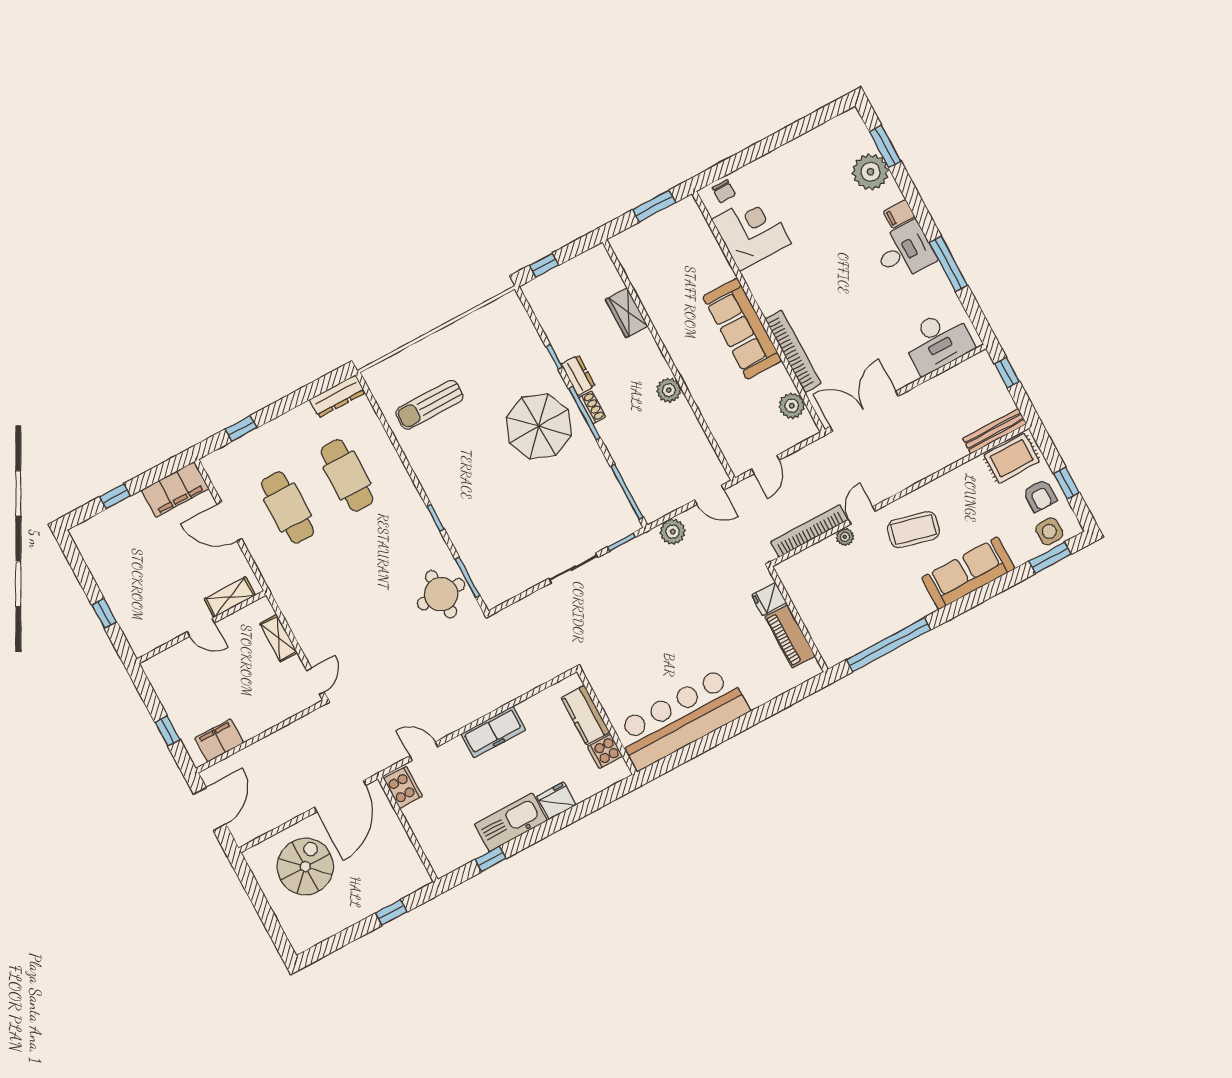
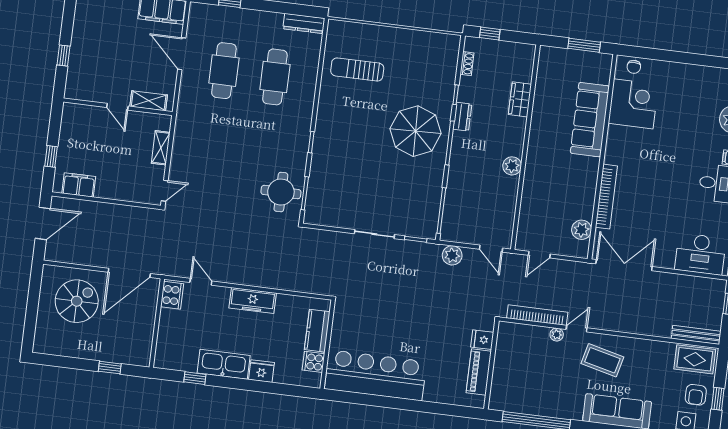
sofa: (742, 329) -> (590, 120), moved
shoe rack: (592, 407) -> (467, 64), moved

